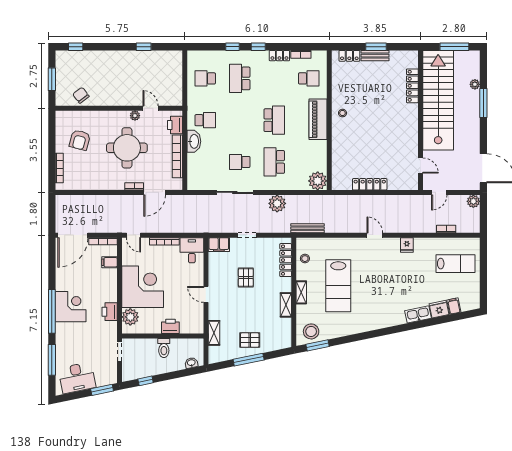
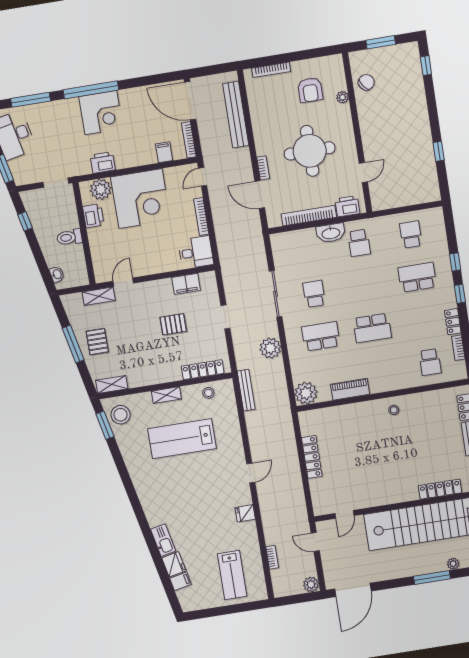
plant: (135, 116) -> (343, 97), moved
piano: (318, 119) -> (350, 389), moved, width x0.73, depth x0.75
armchair: (80, 140) -> (310, 90), turned -105
bench: (89, 201) -> (236, 115), added
filing cabinet: (219, 245) -> (186, 284), moved, turned -90
door: (206, 294) -> (123, 282), moved
shelving: (286, 305) -> (112, 385), moved
printer: (170, 326) -> (93, 216), moved

